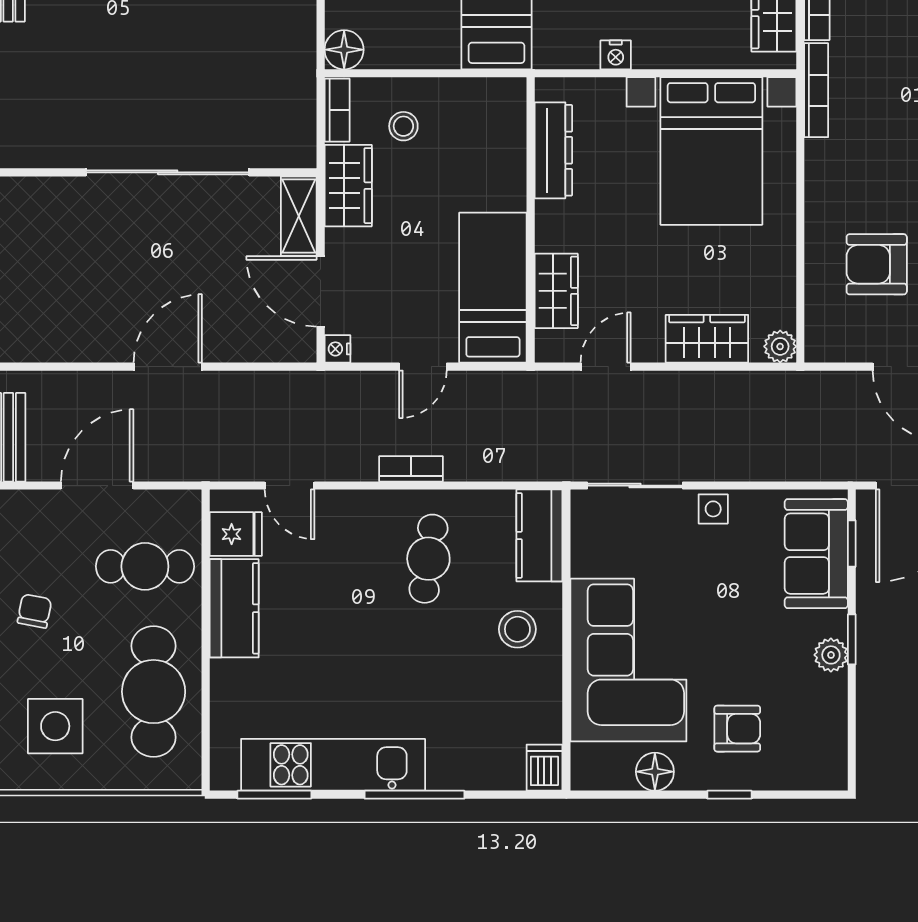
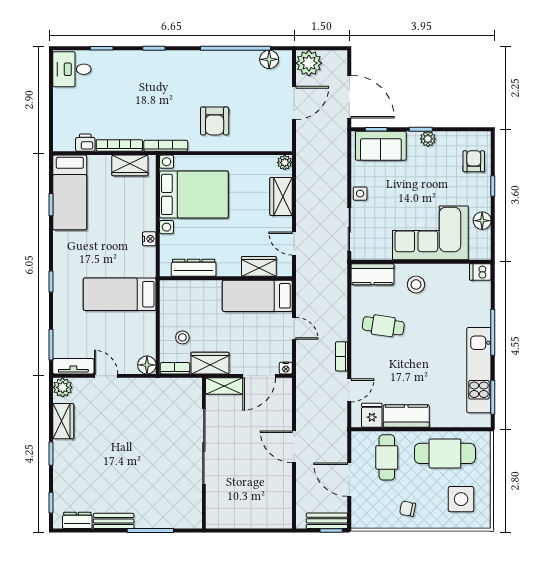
armchair: (877, 264) -> (215, 121), moved
bookcase: (411, 469) -> (342, 356), moved
armchair: (737, 729) -> (474, 161), moved

